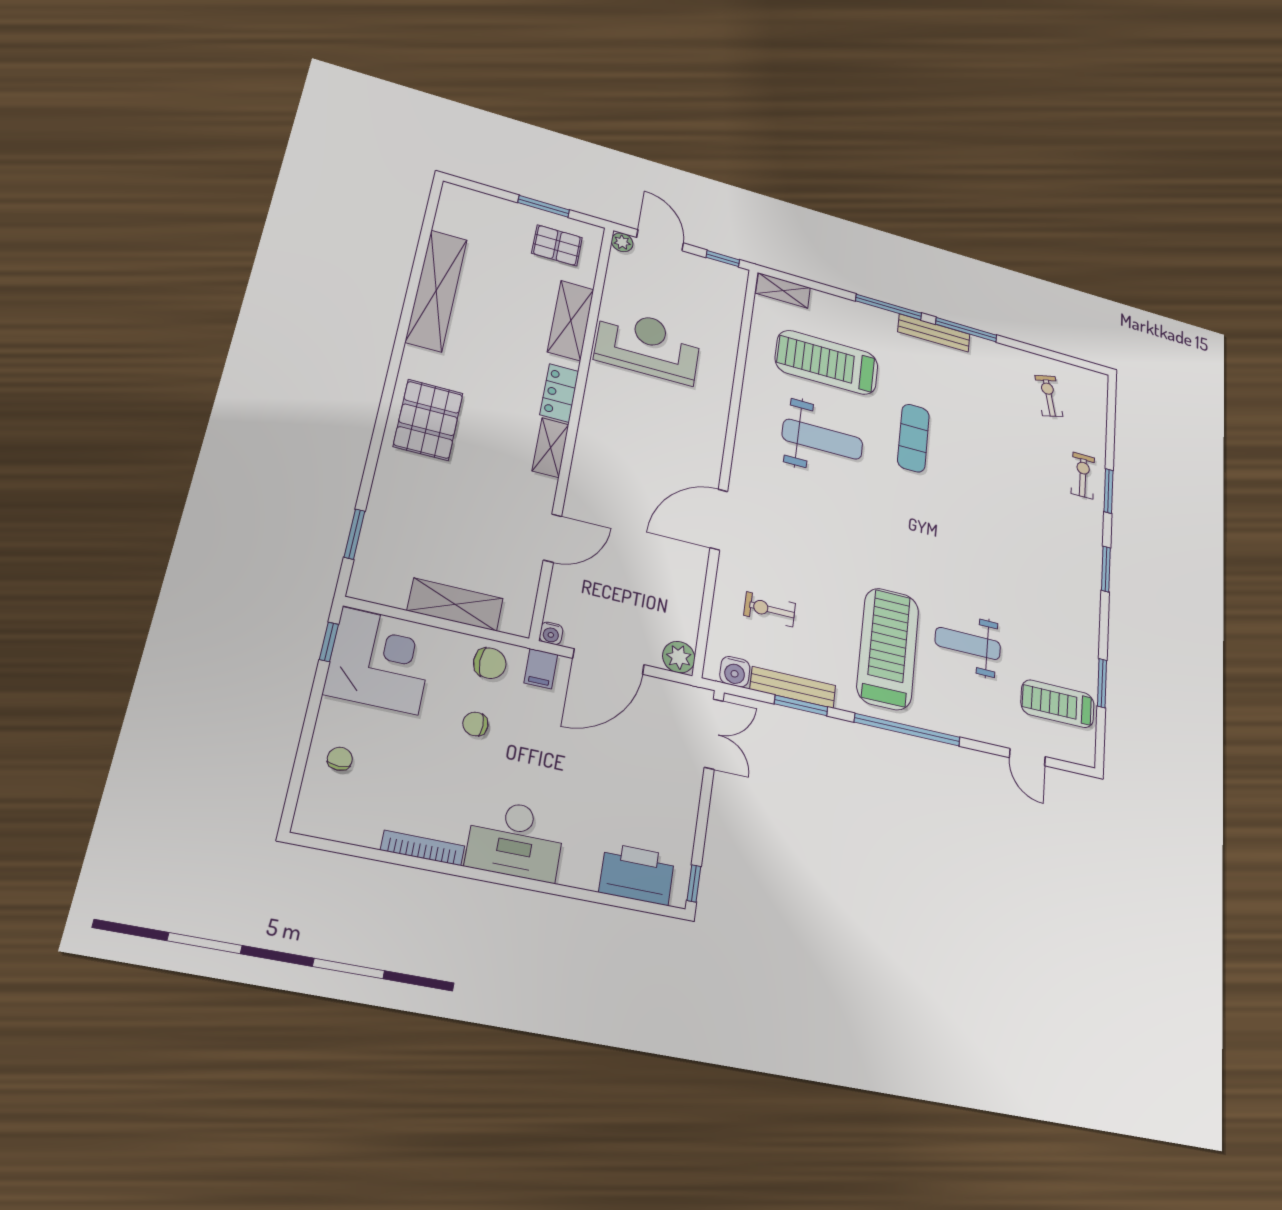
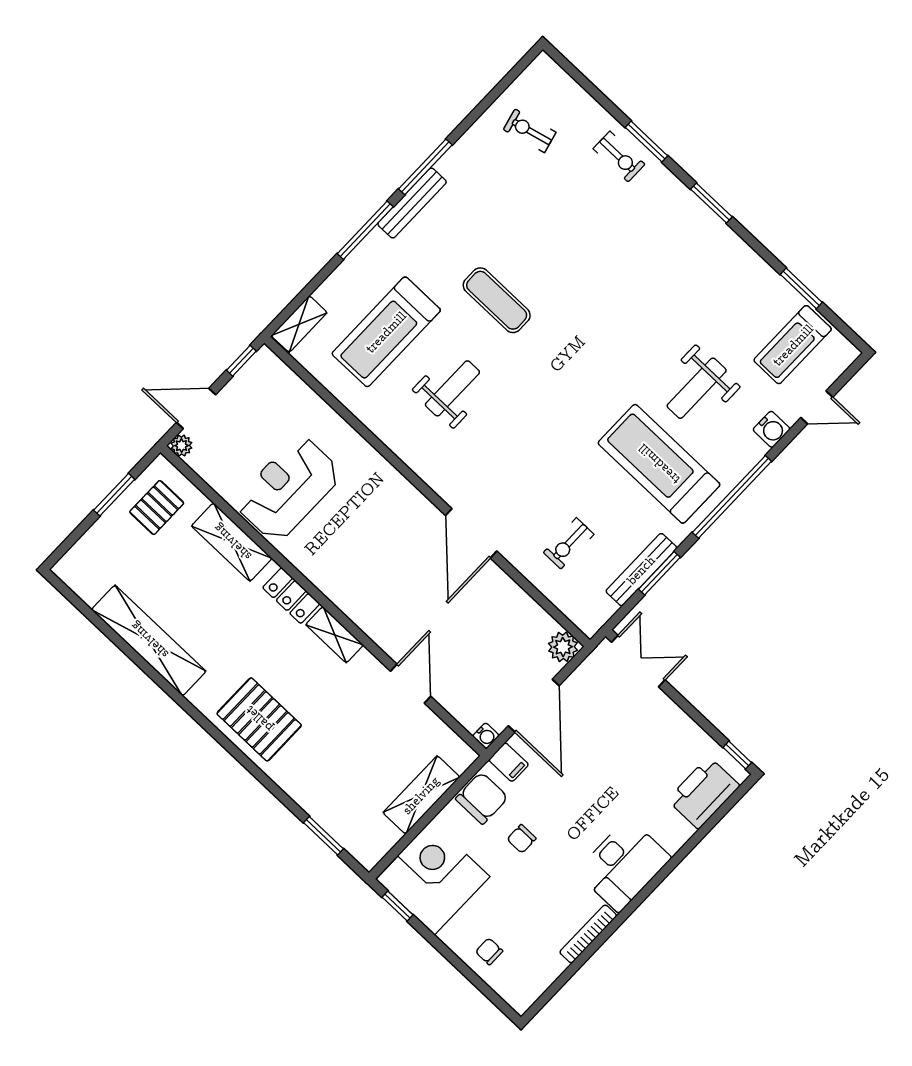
weight bench: (822, 439) -> (452, 388), width x0.73, depth x0.75
exercise bike: (1083, 476) -> (619, 157), turned 180
chair: (490, 663) -> (482, 798), width x1.37, depth x1.37
water cooler: (735, 672) -> (771, 429), moved

